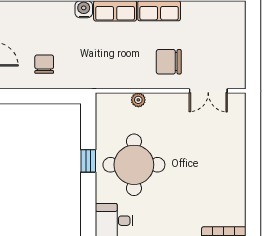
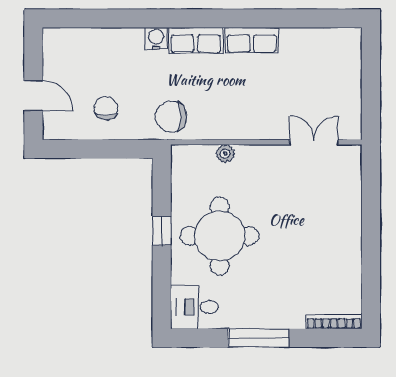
chair: (169, 62) -> (171, 117), moved
double door: (208, 91) -> (314, 142), swing flipped

